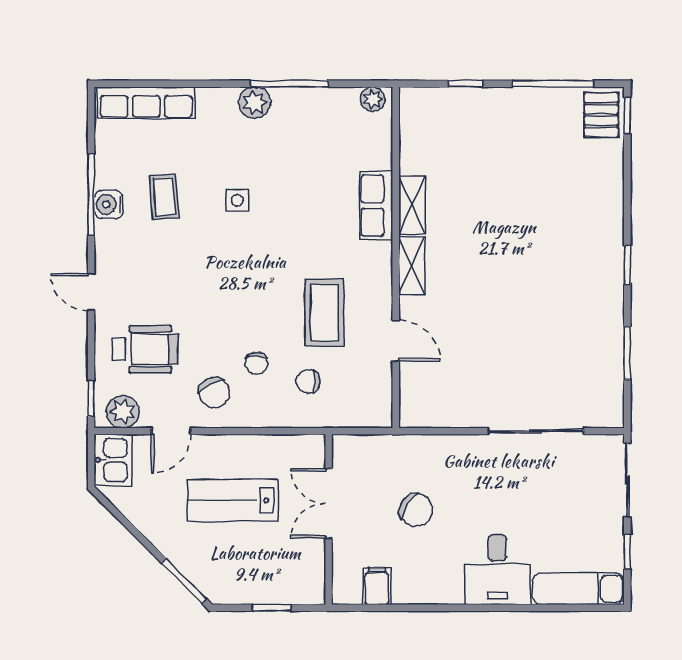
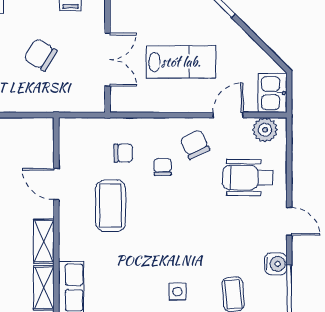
water cooler: (108, 204) -> (276, 264), moved
window: (91, 399) -> (289, 140), removed

